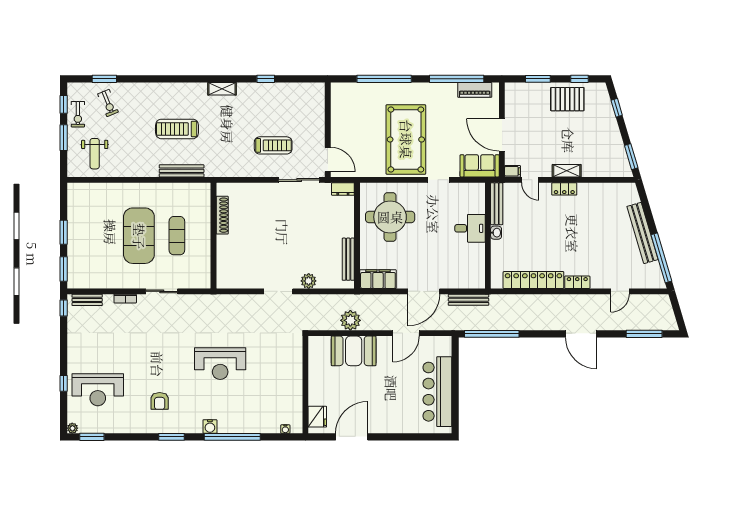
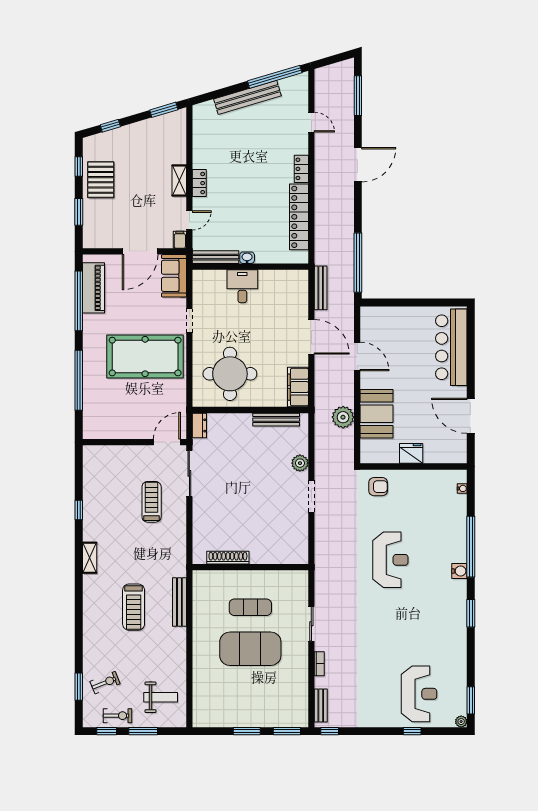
piano: (475, 90) -> (94, 288), width x1.37, depth x1.33
bar counter: (437, 392) -> (451, 347), moved, turned 90
armchair: (160, 401) -> (378, 487), moved
fridge: (317, 417) -> (411, 453), moved

